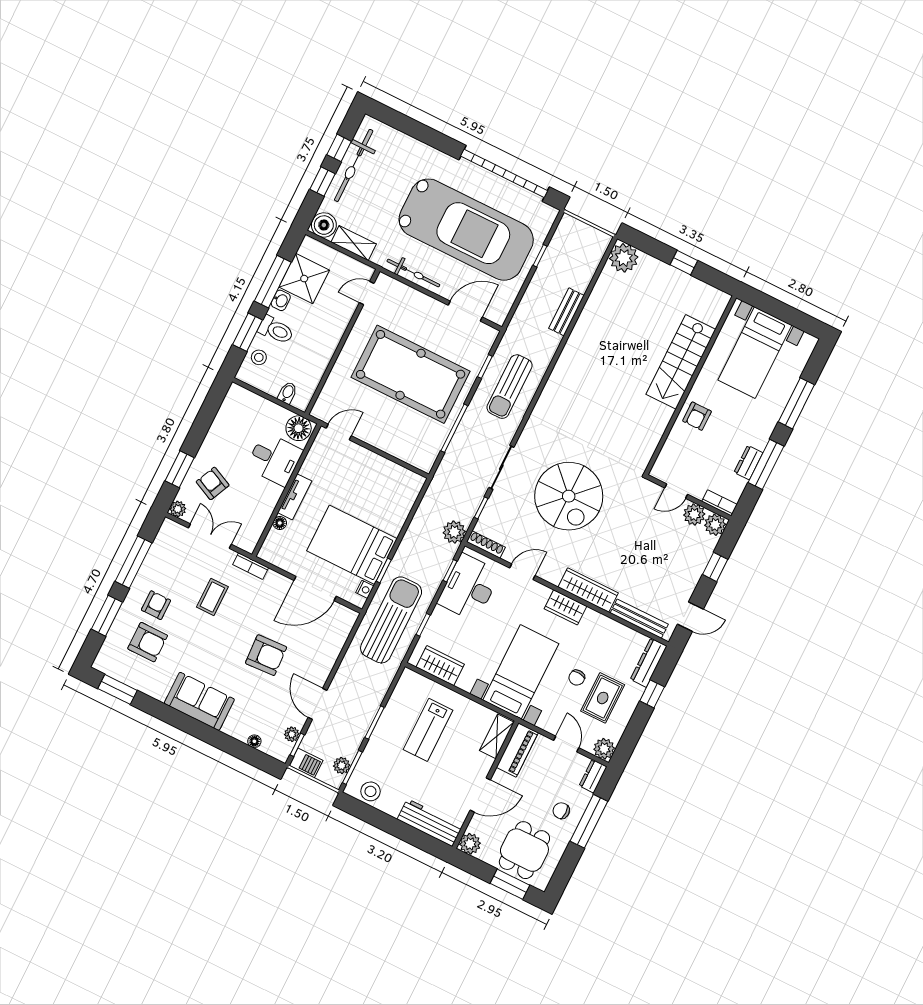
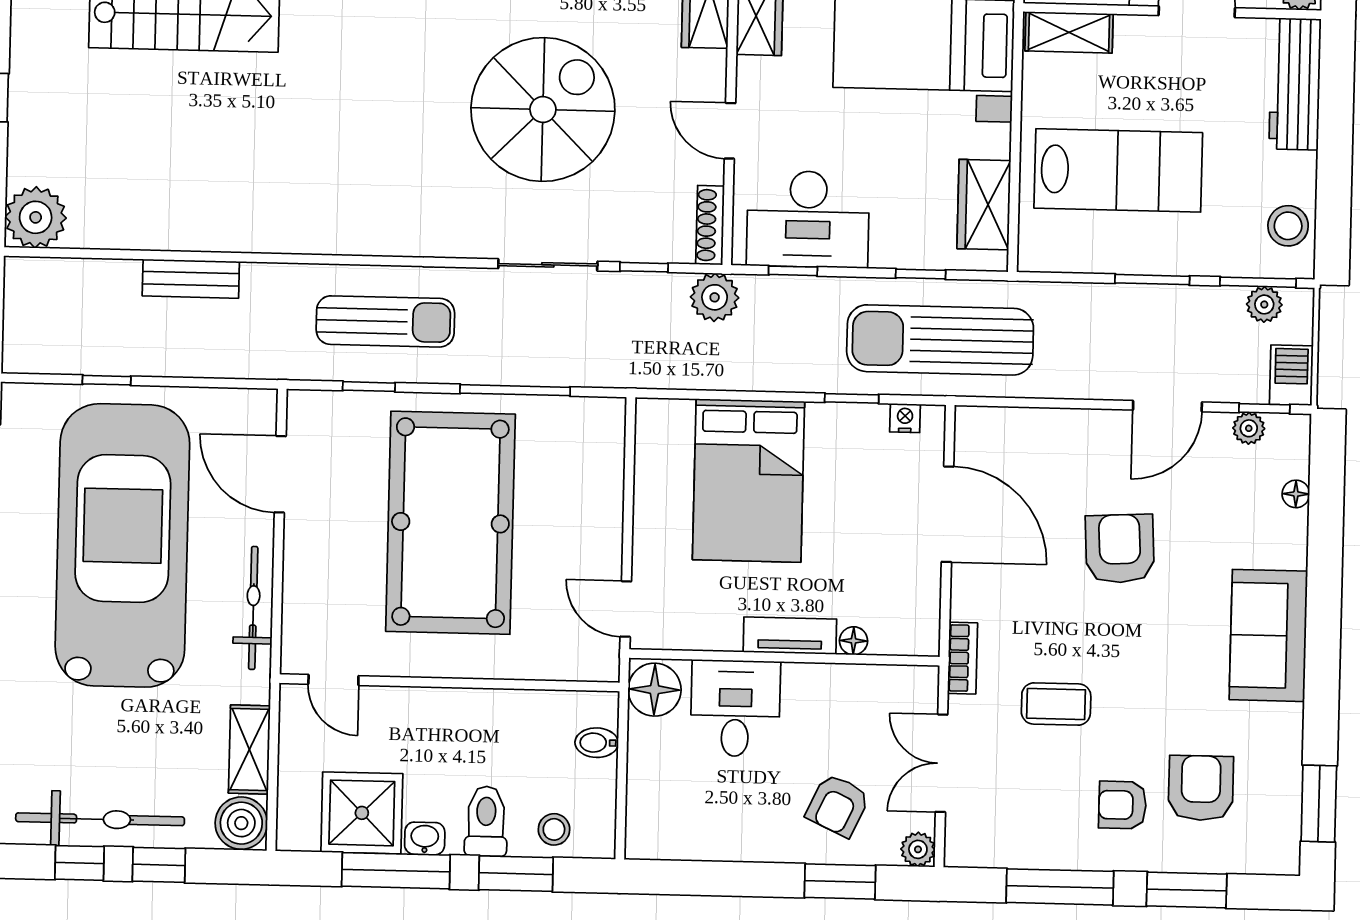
bed: (352, 545) -> (749, 481), moved
lab bench: (428, 730) -> (1118, 170), width x1.36, depth x1.39

